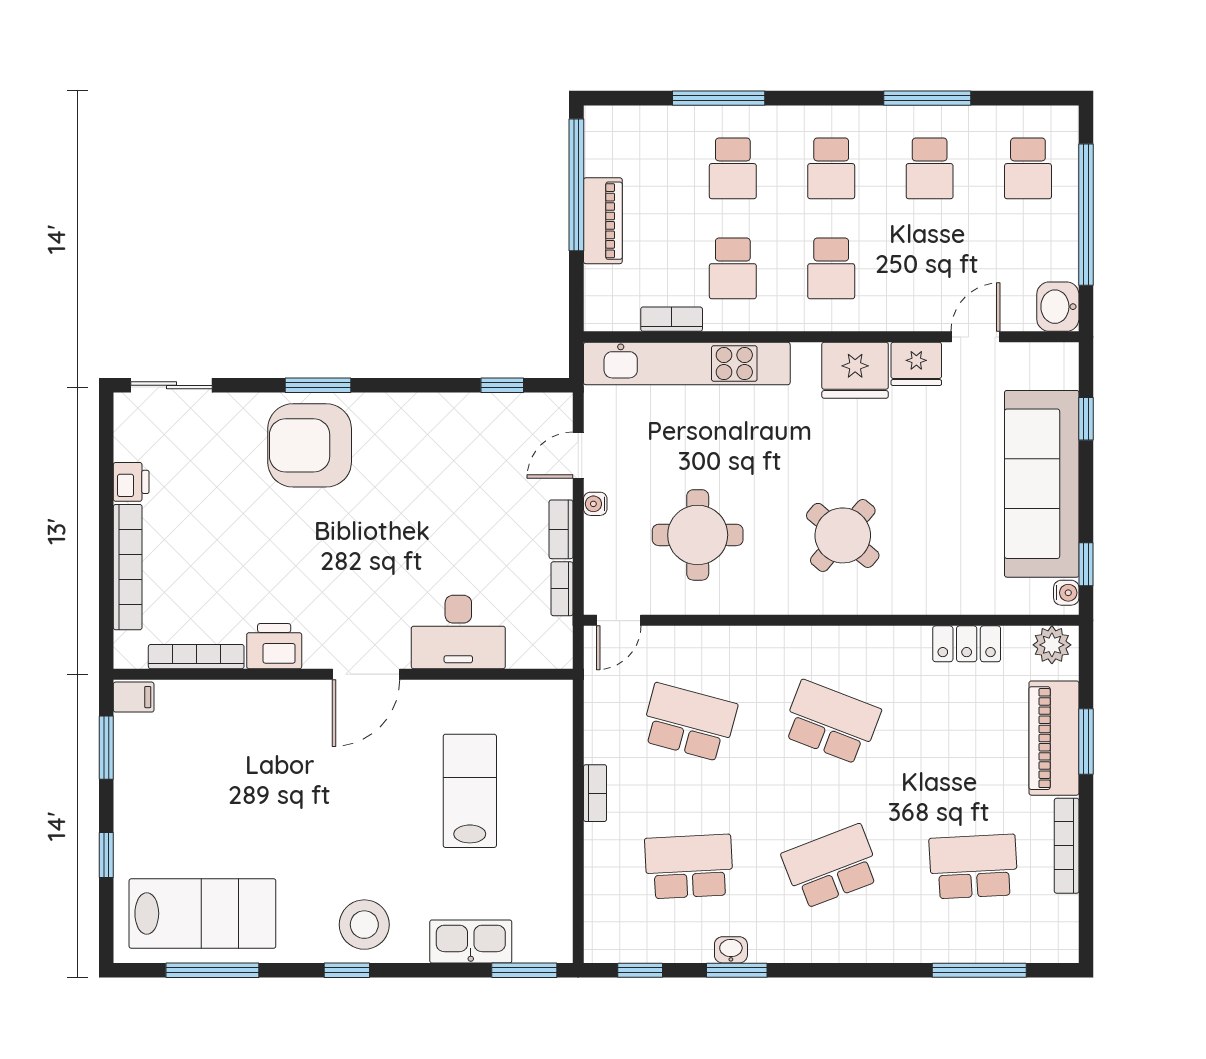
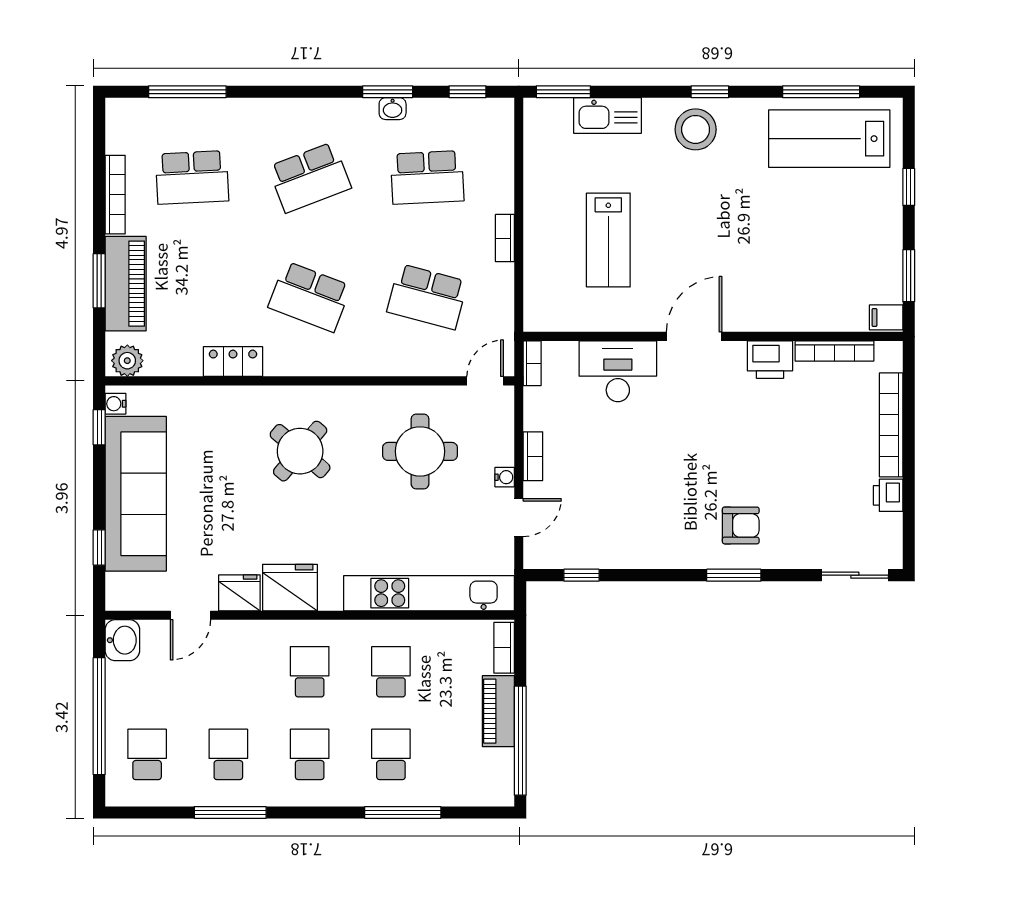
bookcase: (672, 319) -> (504, 648), moved, turned 90
armchair: (310, 445) -> (741, 525), width x0.53, depth x0.53
bookcase: (562, 589) -> (532, 363), moved
locker: (967, 644) -> (233, 362), moved

